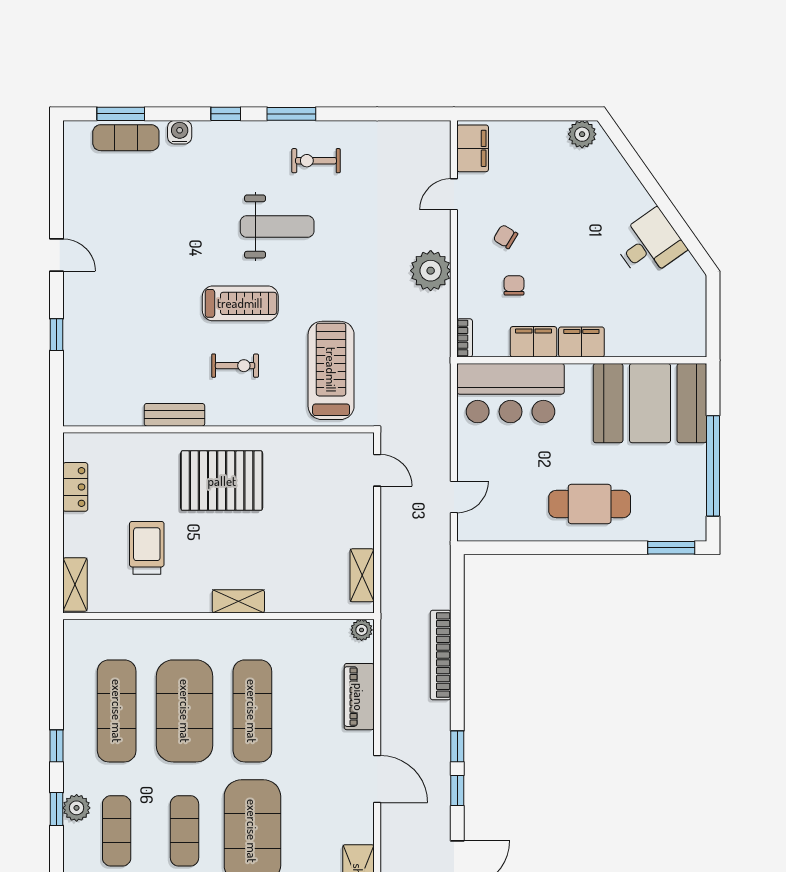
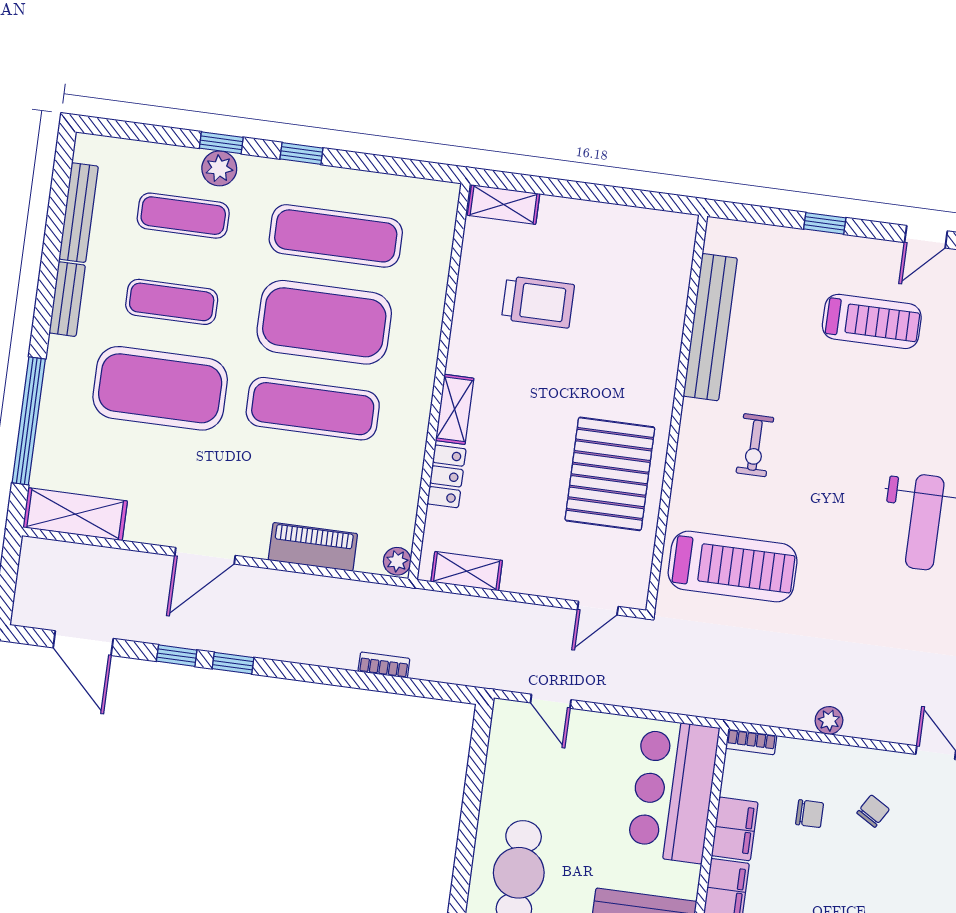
plant: (431, 271) -> (829, 720), width x0.53, depth x0.53
treadmill: (240, 303) -> (872, 321), moved, turned -90
bench: (174, 415) -> (710, 327), width x1.86, depth x1.21
pallet: (222, 481) -> (610, 474), moved
locker: (75, 487) -> (446, 476), moved, turned -90
bookcase: (441, 655) -> (384, 665), width x0.43, depth x0.76

